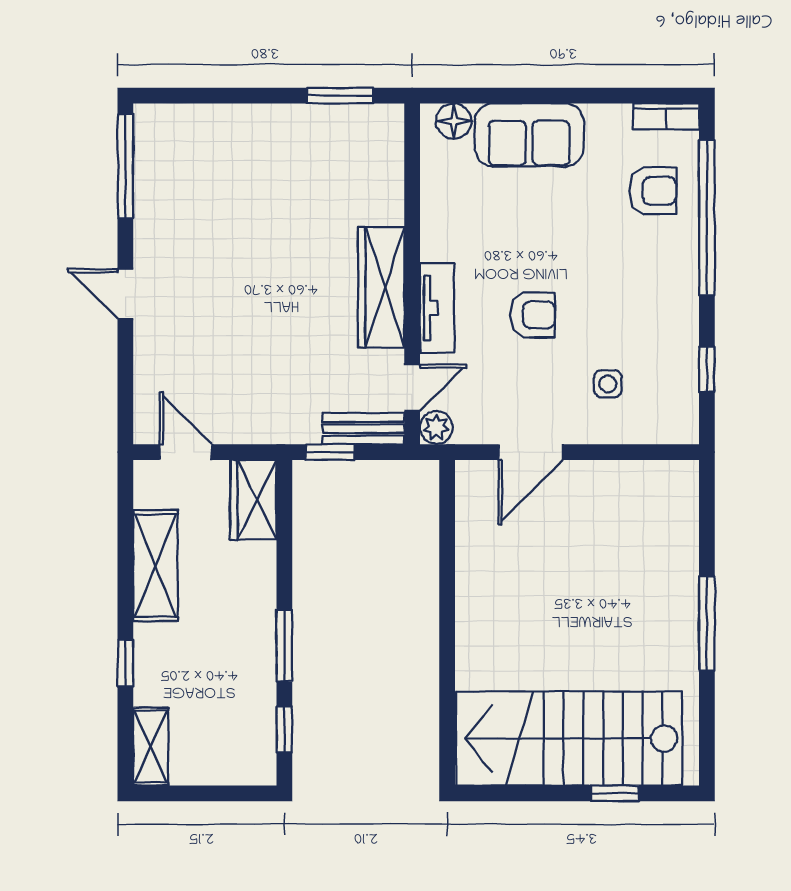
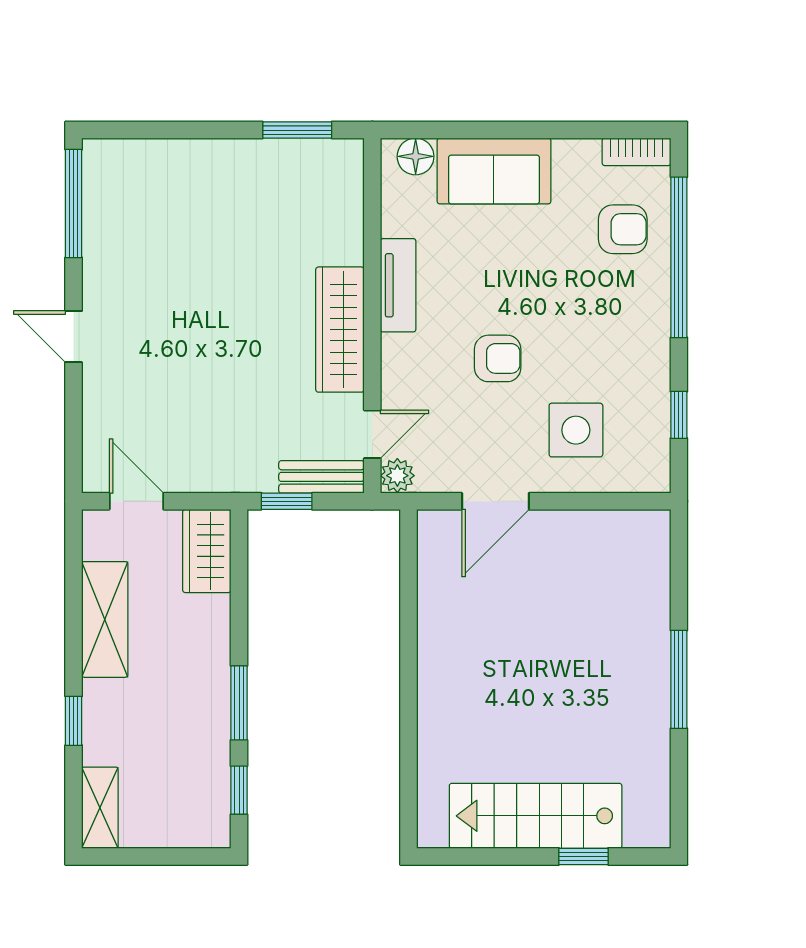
tv unit: (437, 308) -> (398, 285), moved
side table: (608, 384) -> (576, 430), width x1.87, depth x1.87
stairs: (569, 738) -> (536, 816), width x0.73, depth x0.66

